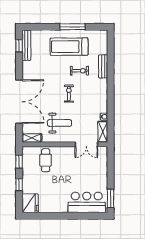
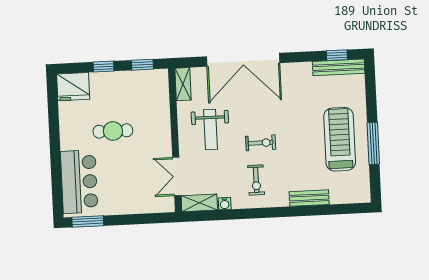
exercise bike: (79, 71) -> (256, 180), moved
cafe table: (46, 160) -> (113, 131), moved

